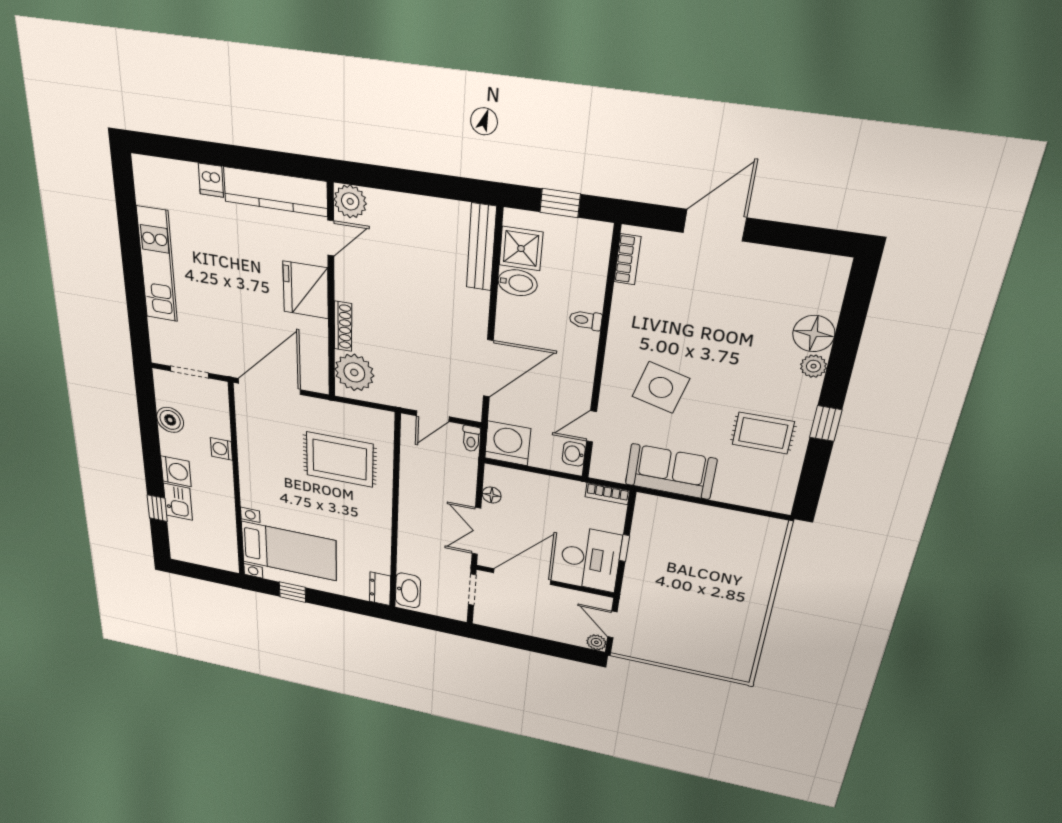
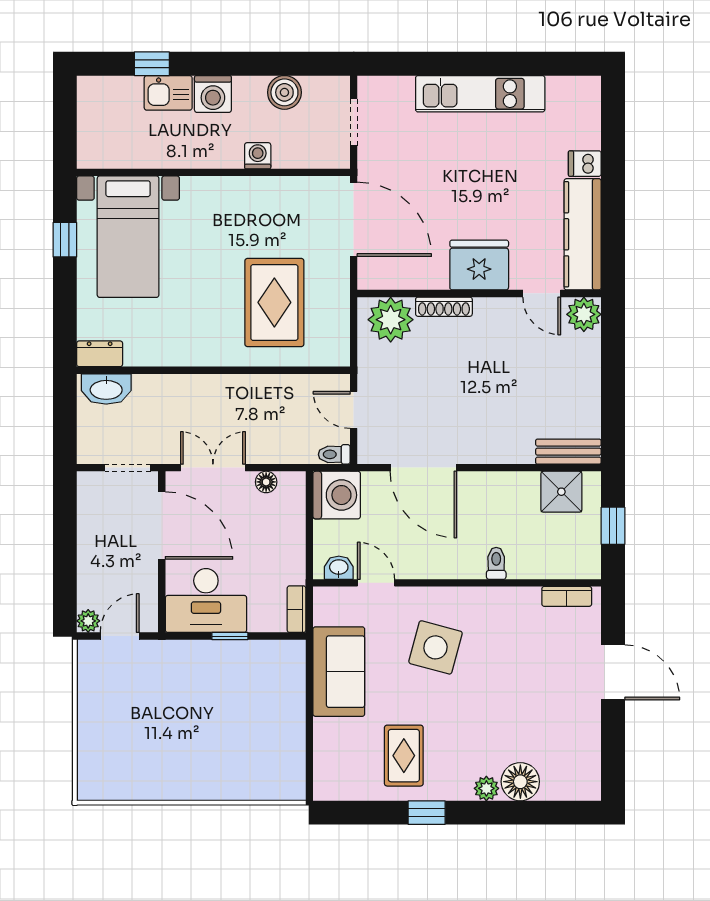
bench: (481, 247) -> (568, 452), width x0.73
bidet: (518, 283) -> (525, 491), removed

